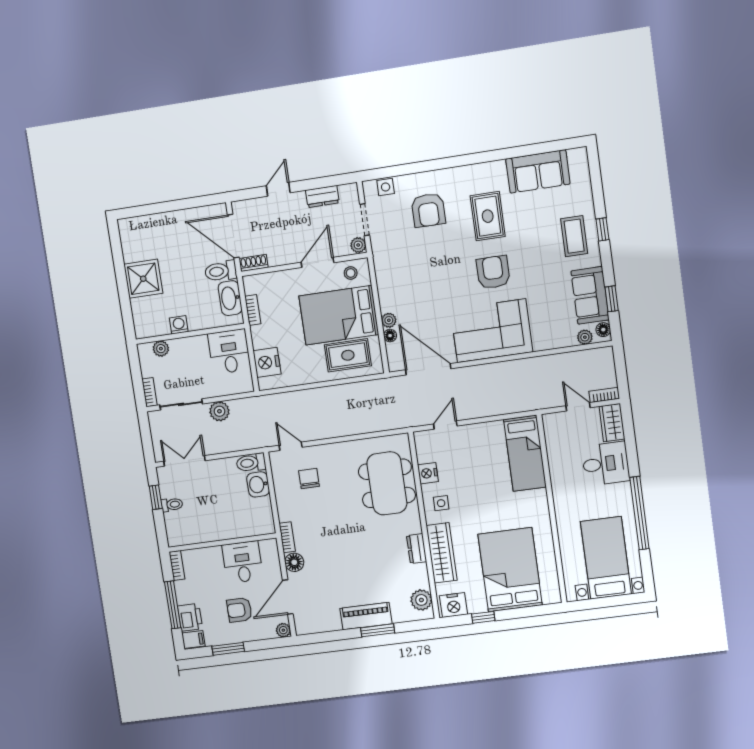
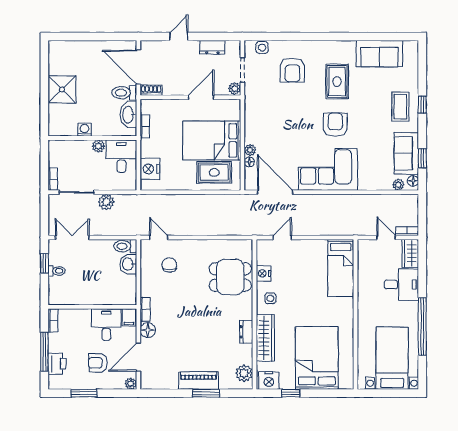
stool: (351, 273) -> (226, 109), removed
plant: (161, 349) -> (99, 146), moved
dining table: (387, 483) -> (230, 277), width x0.73
filing cabinet: (193, 640) -> (129, 317), moved, turned 90

